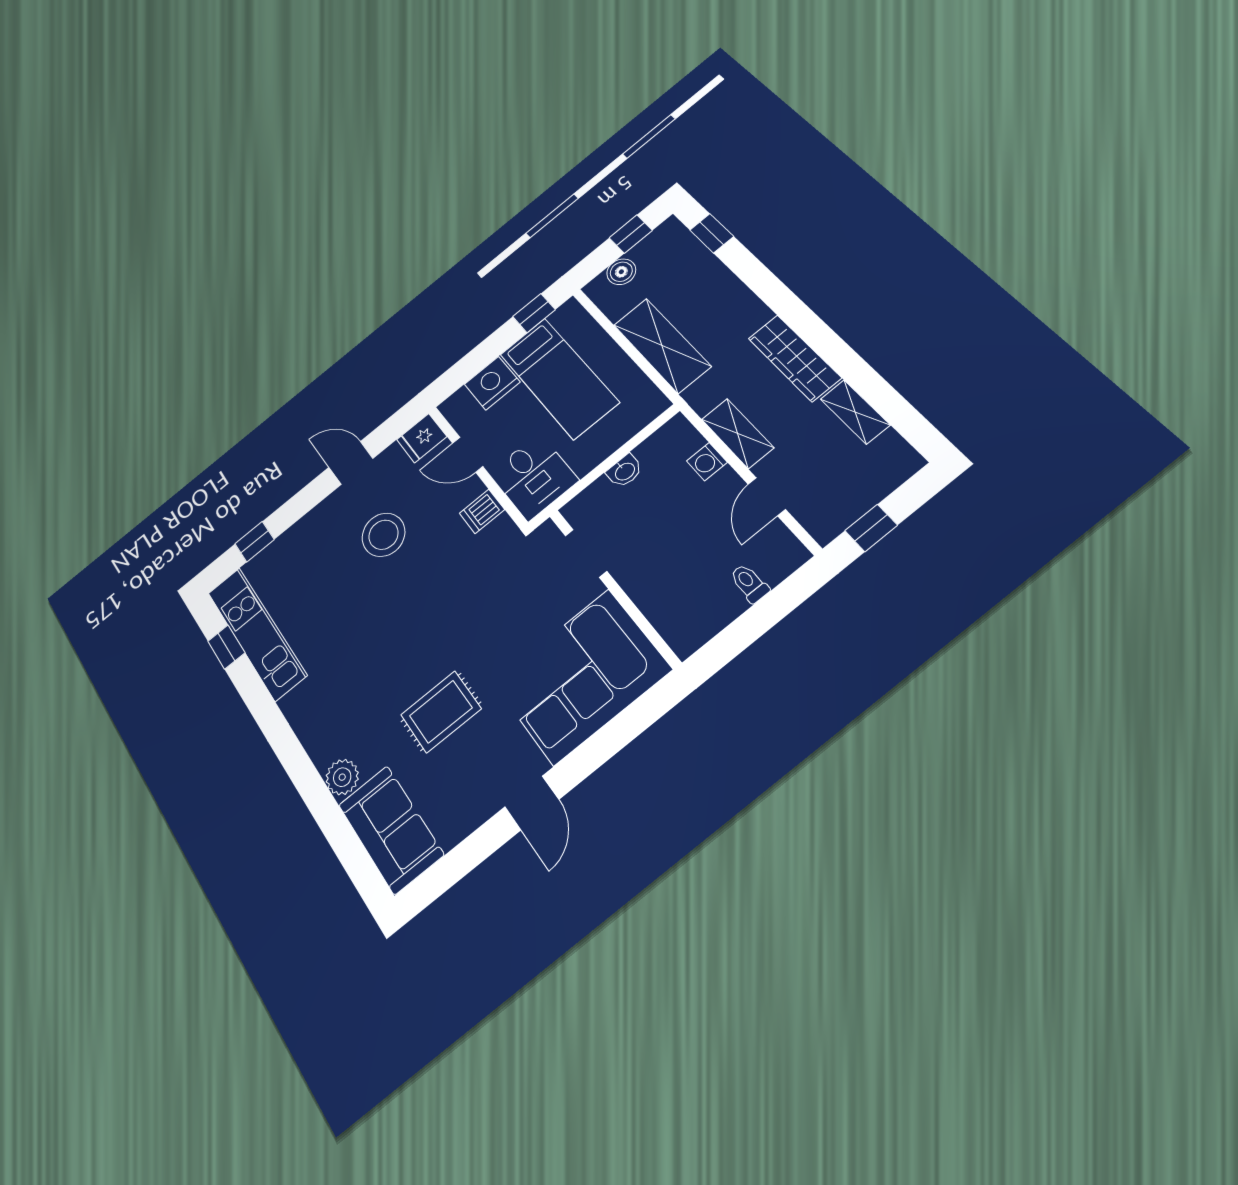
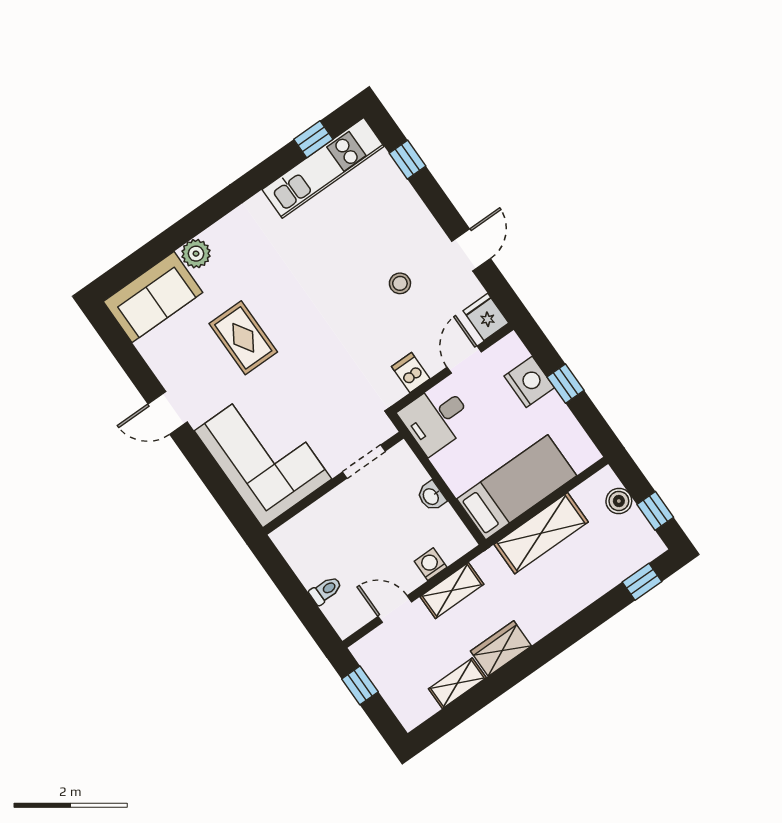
window: (534, 313) -> (565, 384), moved
wardrobe: (794, 358) -> (501, 649), width x0.67
bed: (559, 378) -> (517, 487), moved, turned 180
stool: (383, 535) -> (400, 283), width x0.53, depth x0.53

